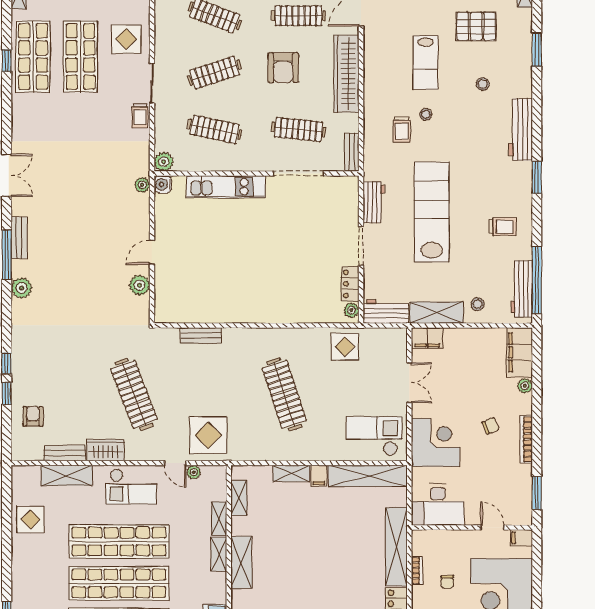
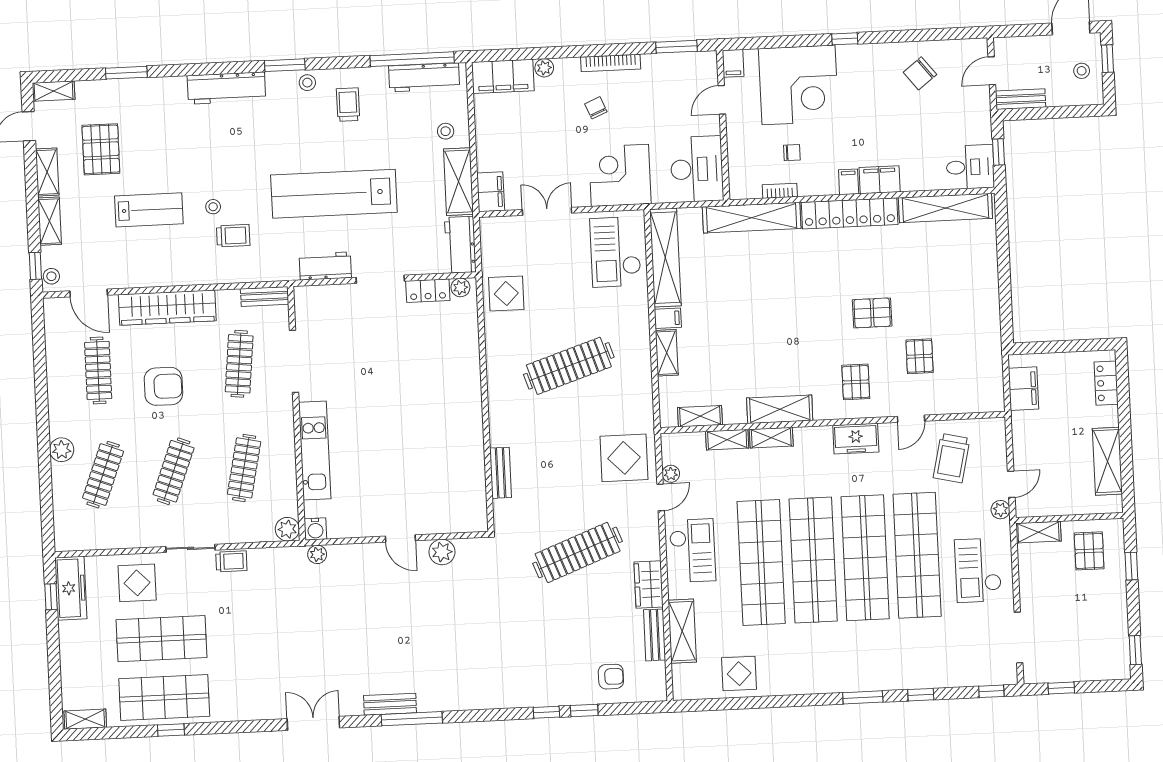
clothes rail: (215, 73) -> (174, 471), turned 39
stool: (483, 84) -> (307, 83), moved
plant: (22, 288) -> (452, 698), removed
armchair: (33, 416) -> (611, 677), turned 180

